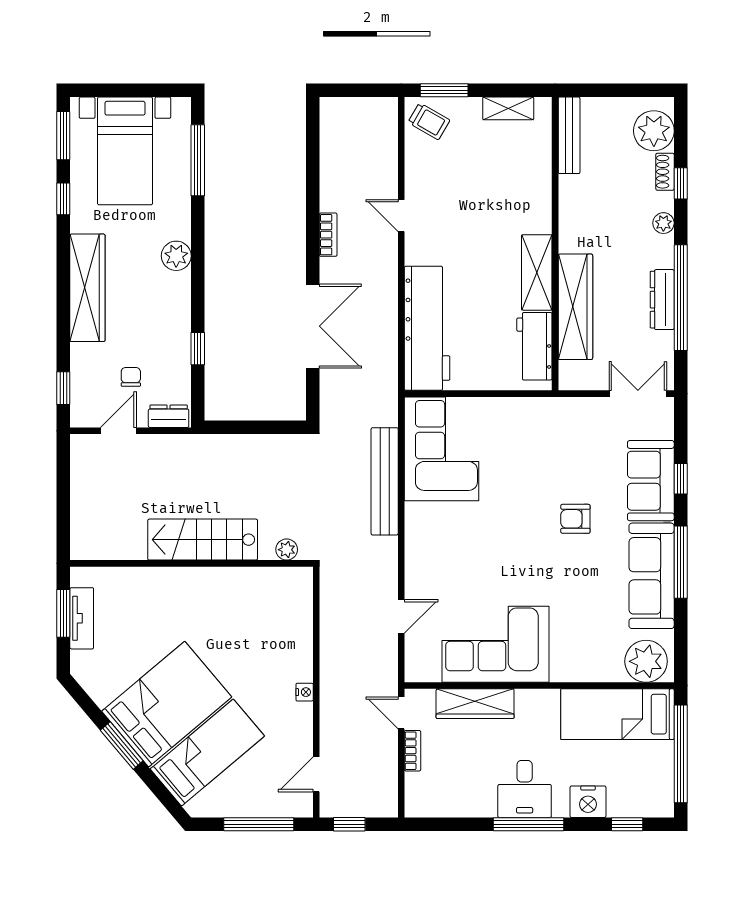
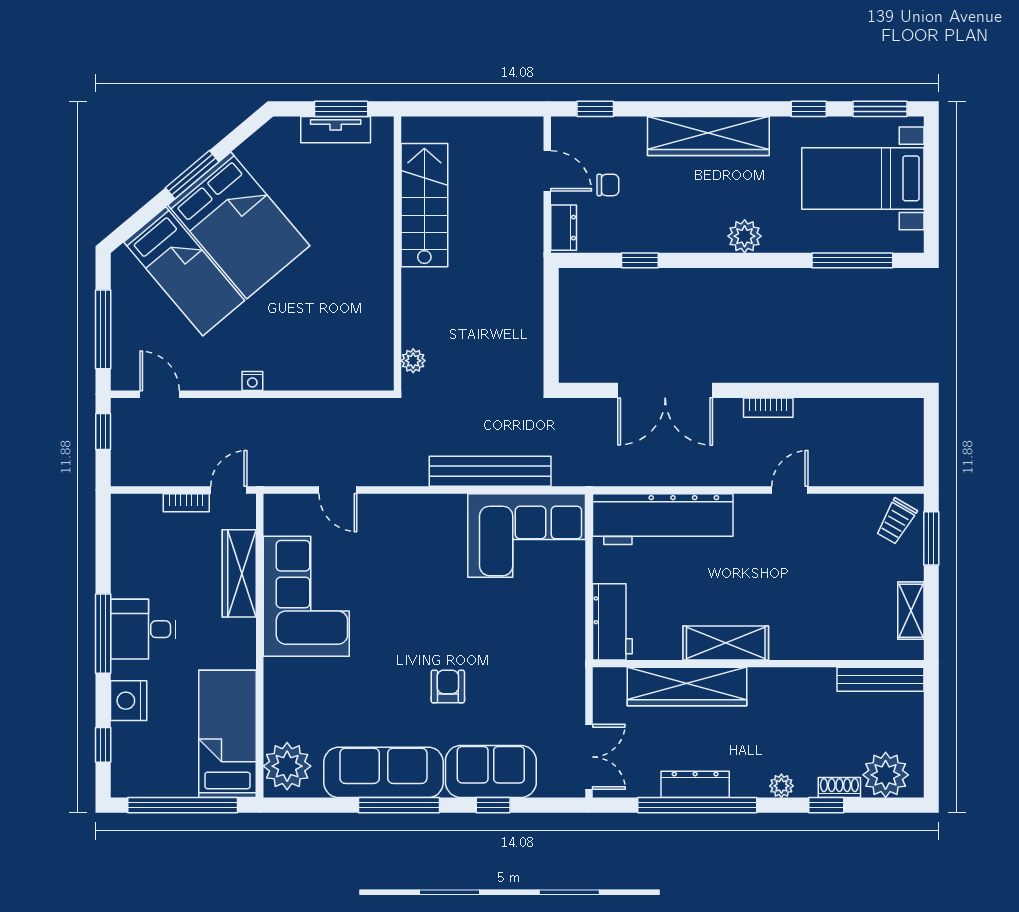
workbench: (534, 346) -> (612, 622), moved, turned 90
stairs: (203, 540) -> (424, 205), moved

